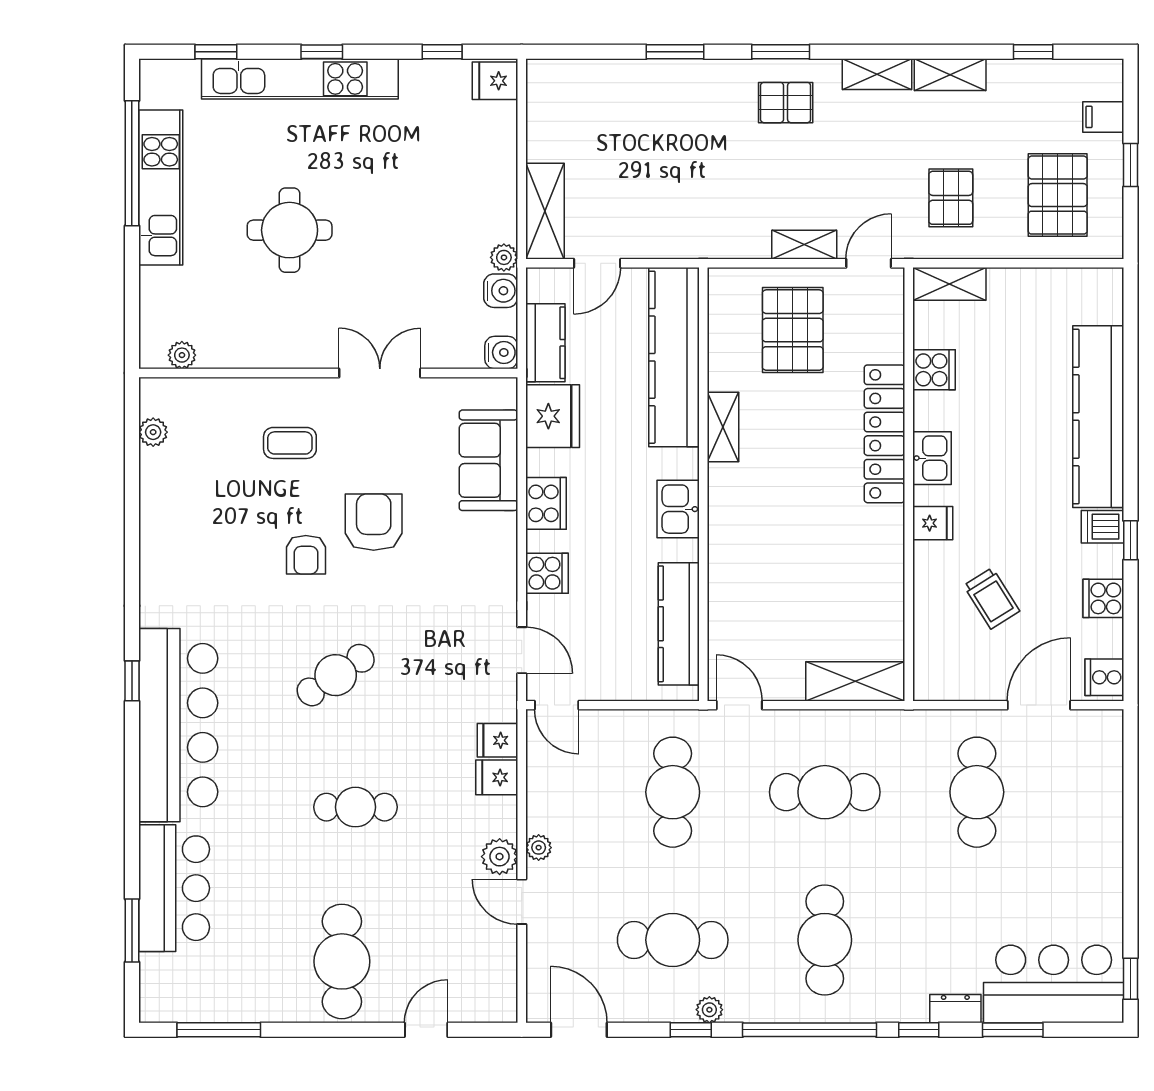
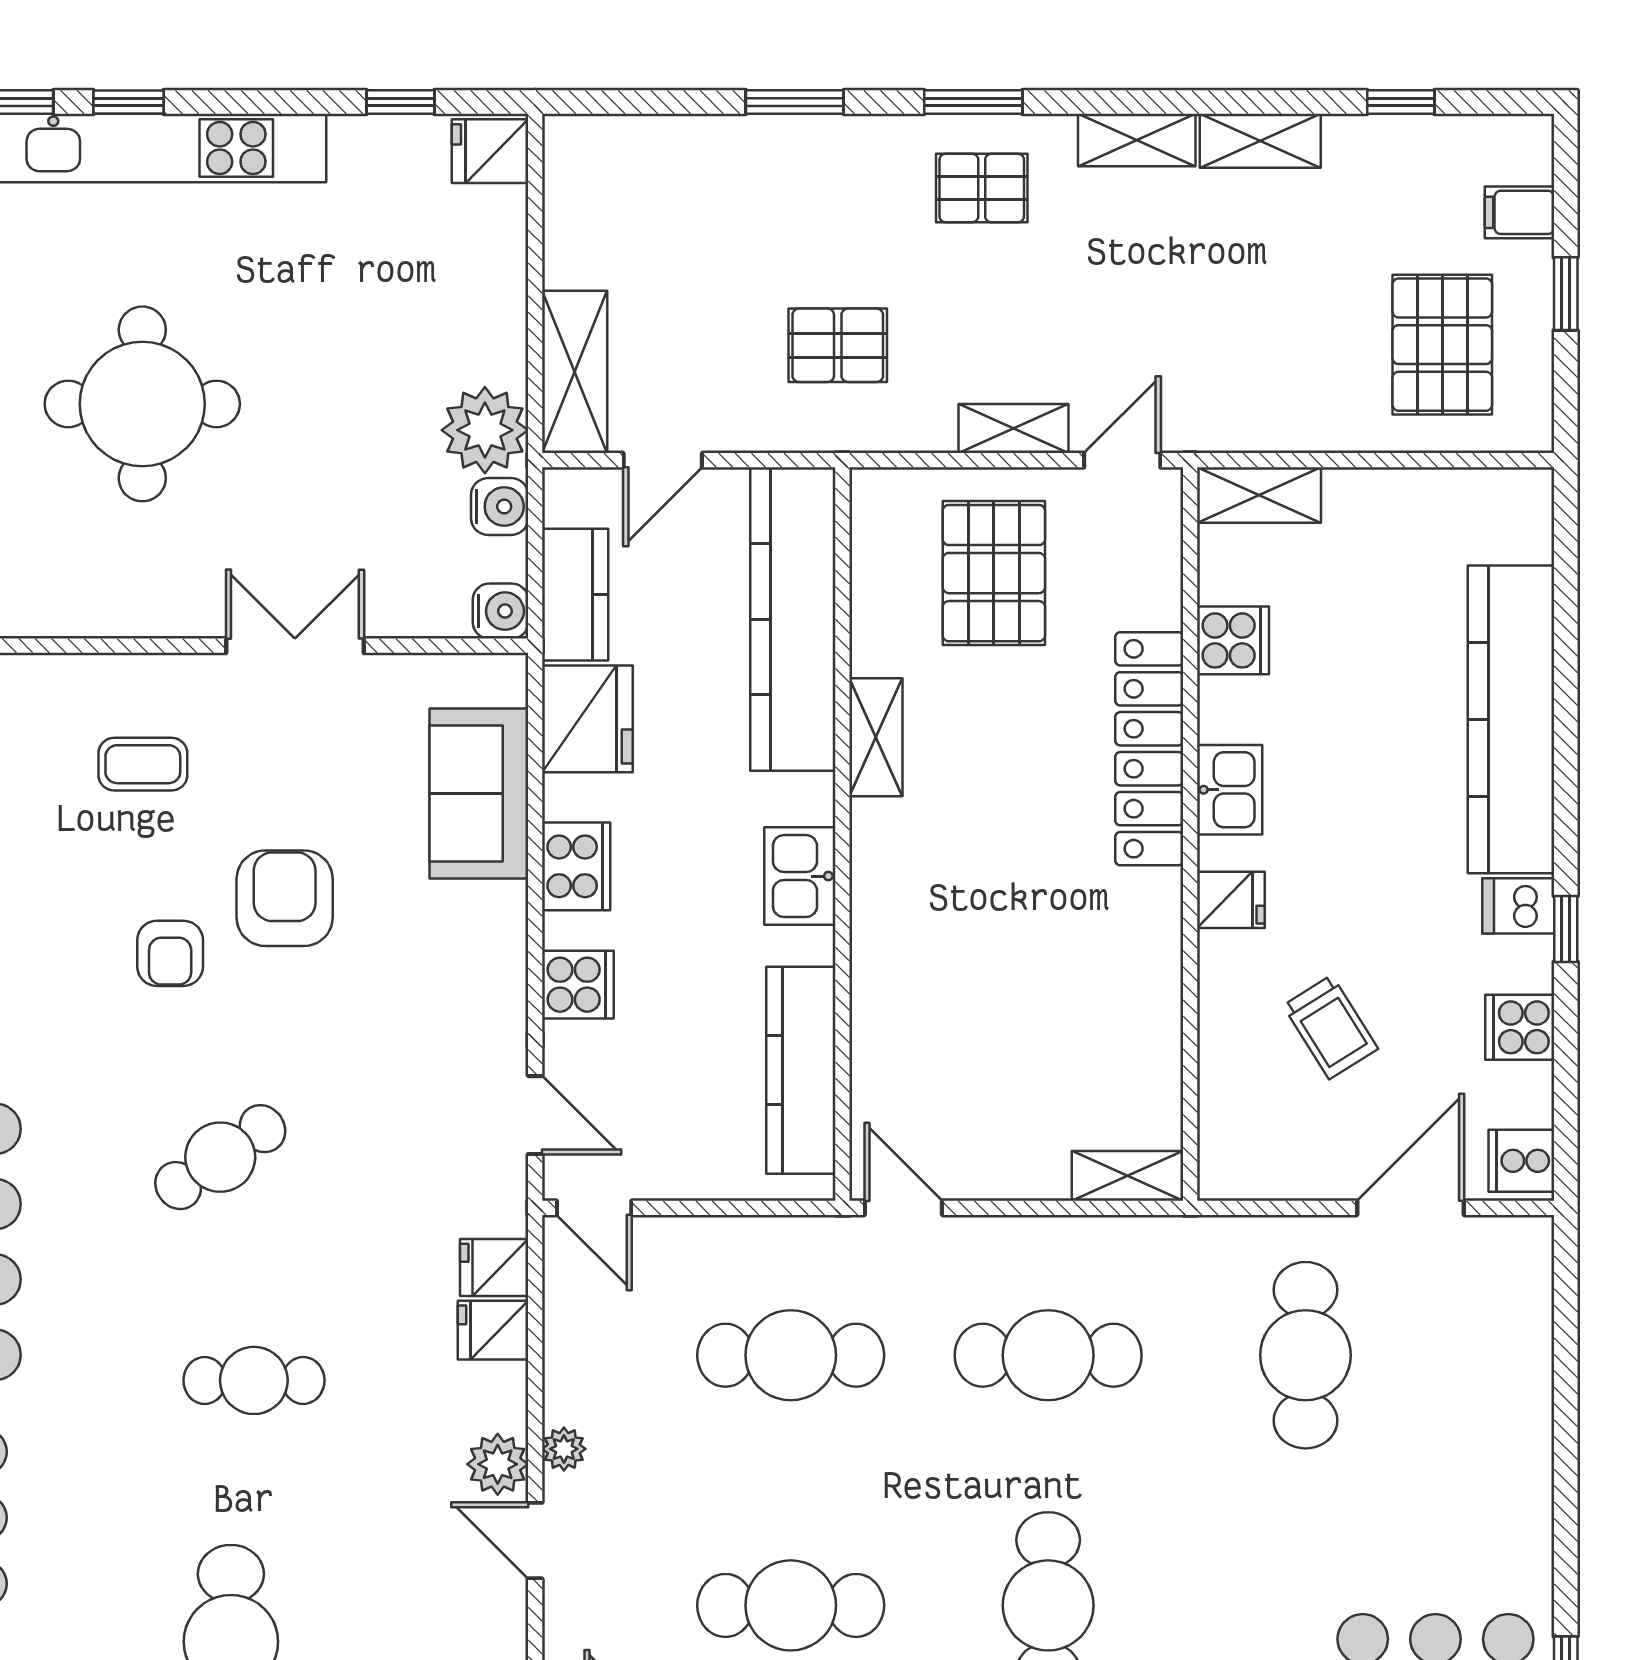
window: (322, 52) -> (128, 102), moved
pallet: (951, 198) -> (838, 345), moved, turned 90
round table: (290, 230) -> (142, 404), width x1.36, depth x1.36
plant: (504, 257) -> (485, 430), width x1.88, depth x1.88
shelving: (855, 681) -> (1127, 1176), width x0.67, depth x0.75
cafe table: (673, 792) -> (791, 1355), turned 90

